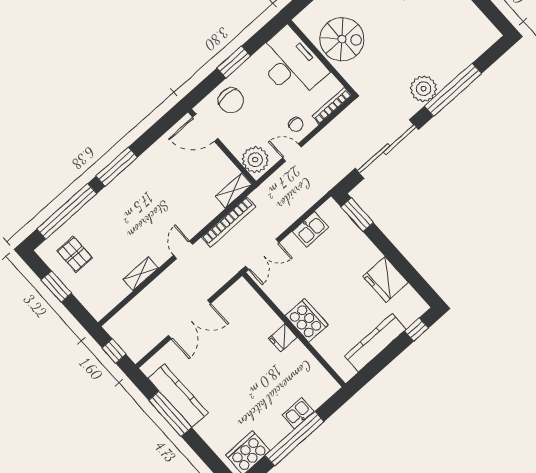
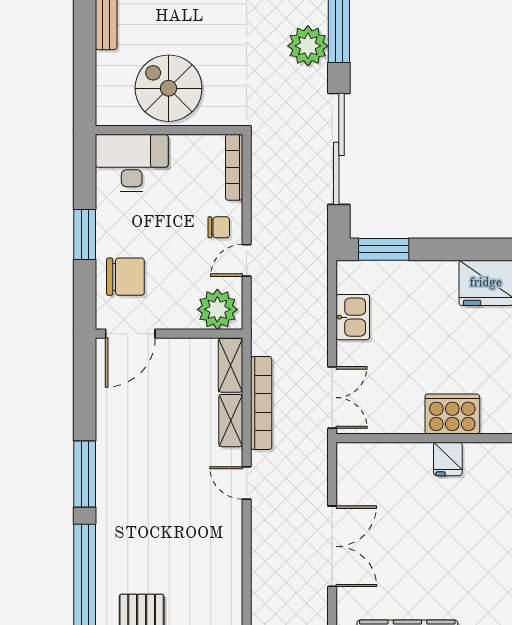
spiral stairs: (342, 39) -> (169, 88), turned -90
desk: (291, 64) -> (132, 163), width x0.73, depth x0.77
shelving: (141, 274) -> (231, 421), moved

